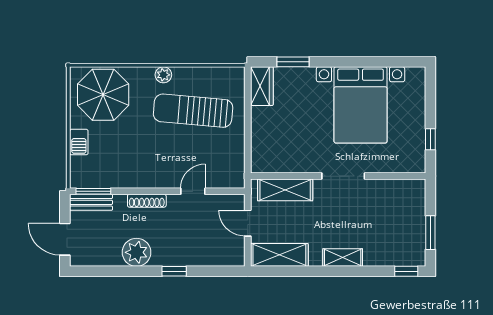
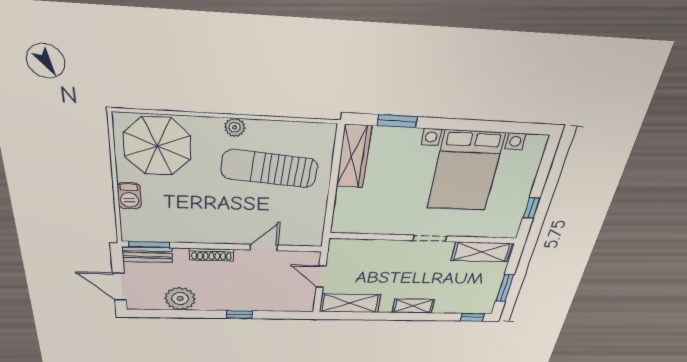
wardrobe: (262, 86) -> (354, 157), width x1.50
doorway: (343, 176) -> (430, 238), width x0.73
shelving: (285, 190) -> (482, 252), moved
plant: (137, 252) -> (180, 299), moved

